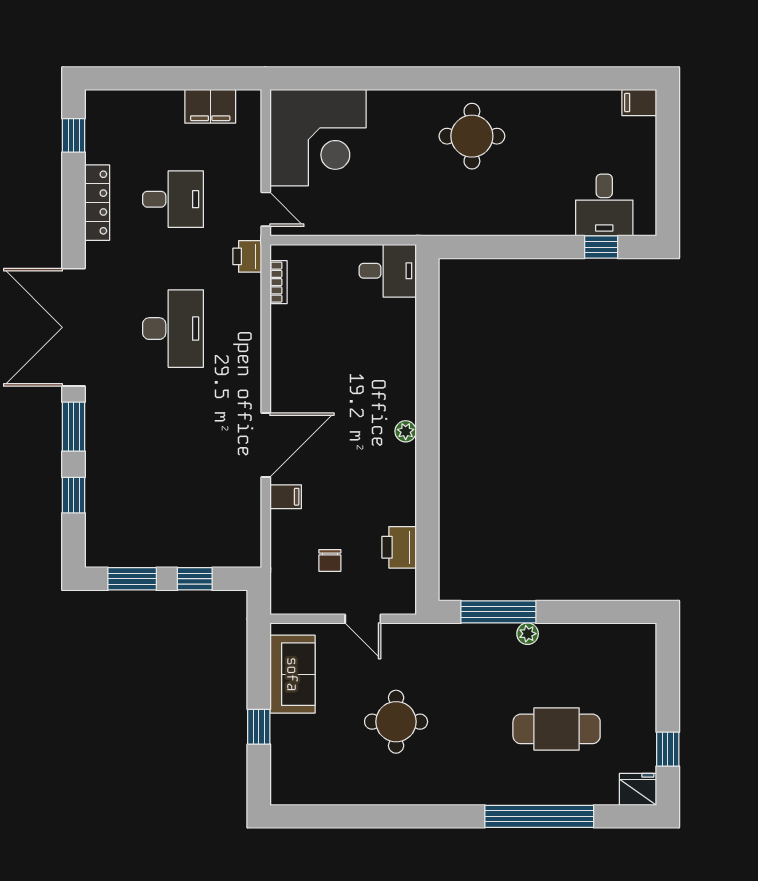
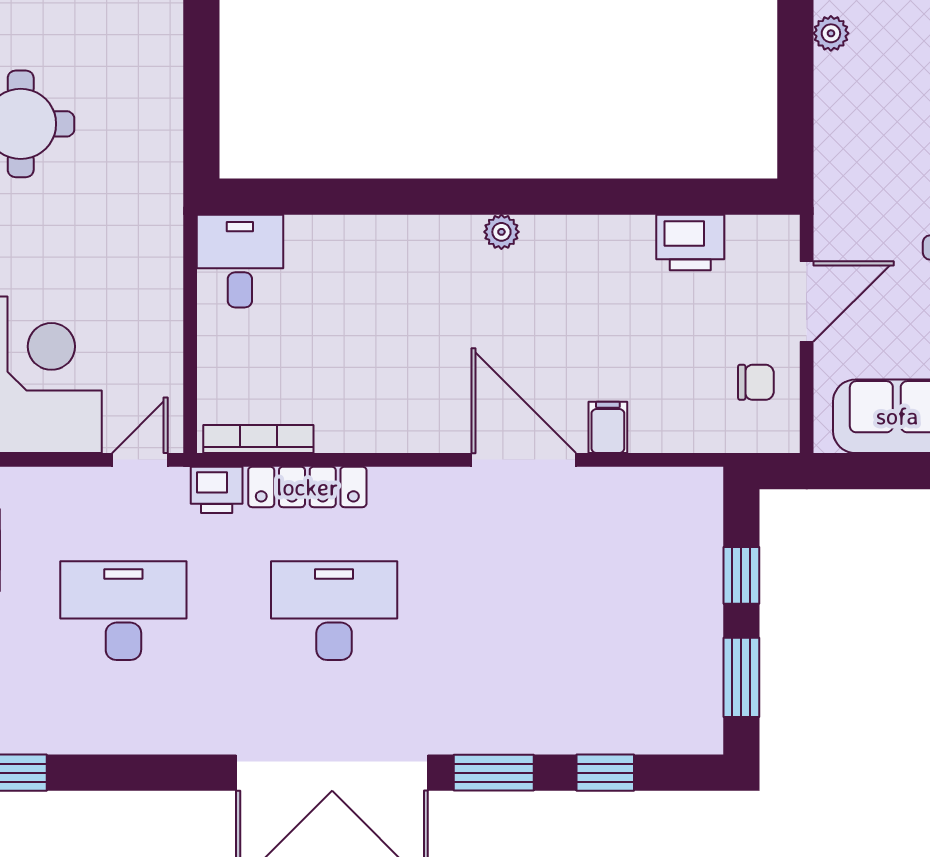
desk: (173, 199) -> (123, 611), width x1.37
locker: (97, 203) -> (307, 487), moved, turned 180
bookcase: (278, 282) -> (258, 439), width x1.56
chair: (330, 560) -> (756, 382), moved
window: (498, 612) -> (795, 81), removed
door: (363, 619) -> (807, 301), width x1.38

